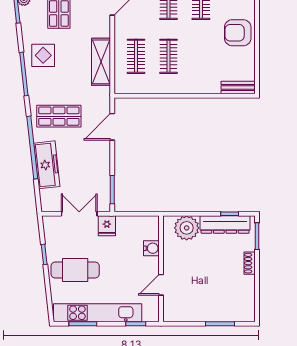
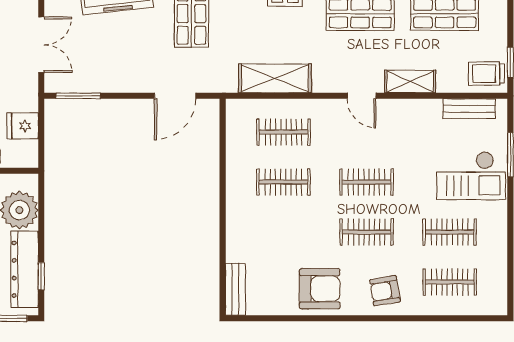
armchair: (238, 33) -> (320, 289), turned 90
door: (112, 127) -> (175, 96), swing flipped
fridge: (107, 226) -> (23, 126), moved

